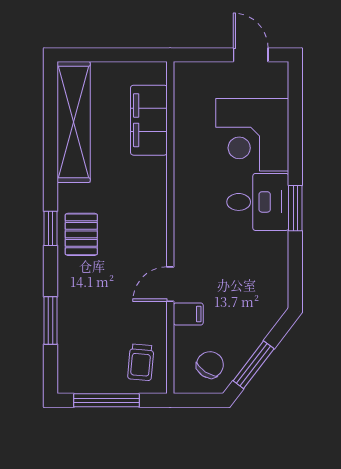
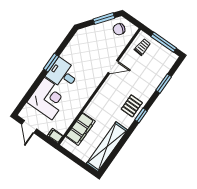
filing cabinet: (188, 314) -> (55, 136), moved

